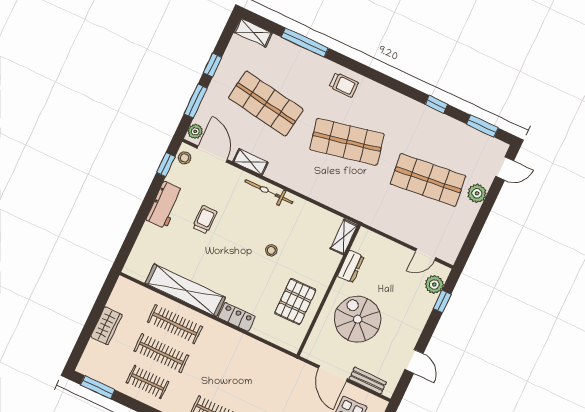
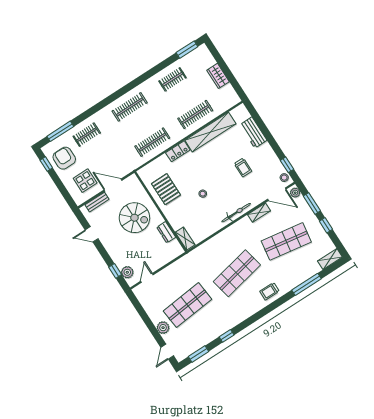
workbench: (165, 205) -> (253, 133), moved
clothes rail: (161, 353) -> (152, 142), moved

